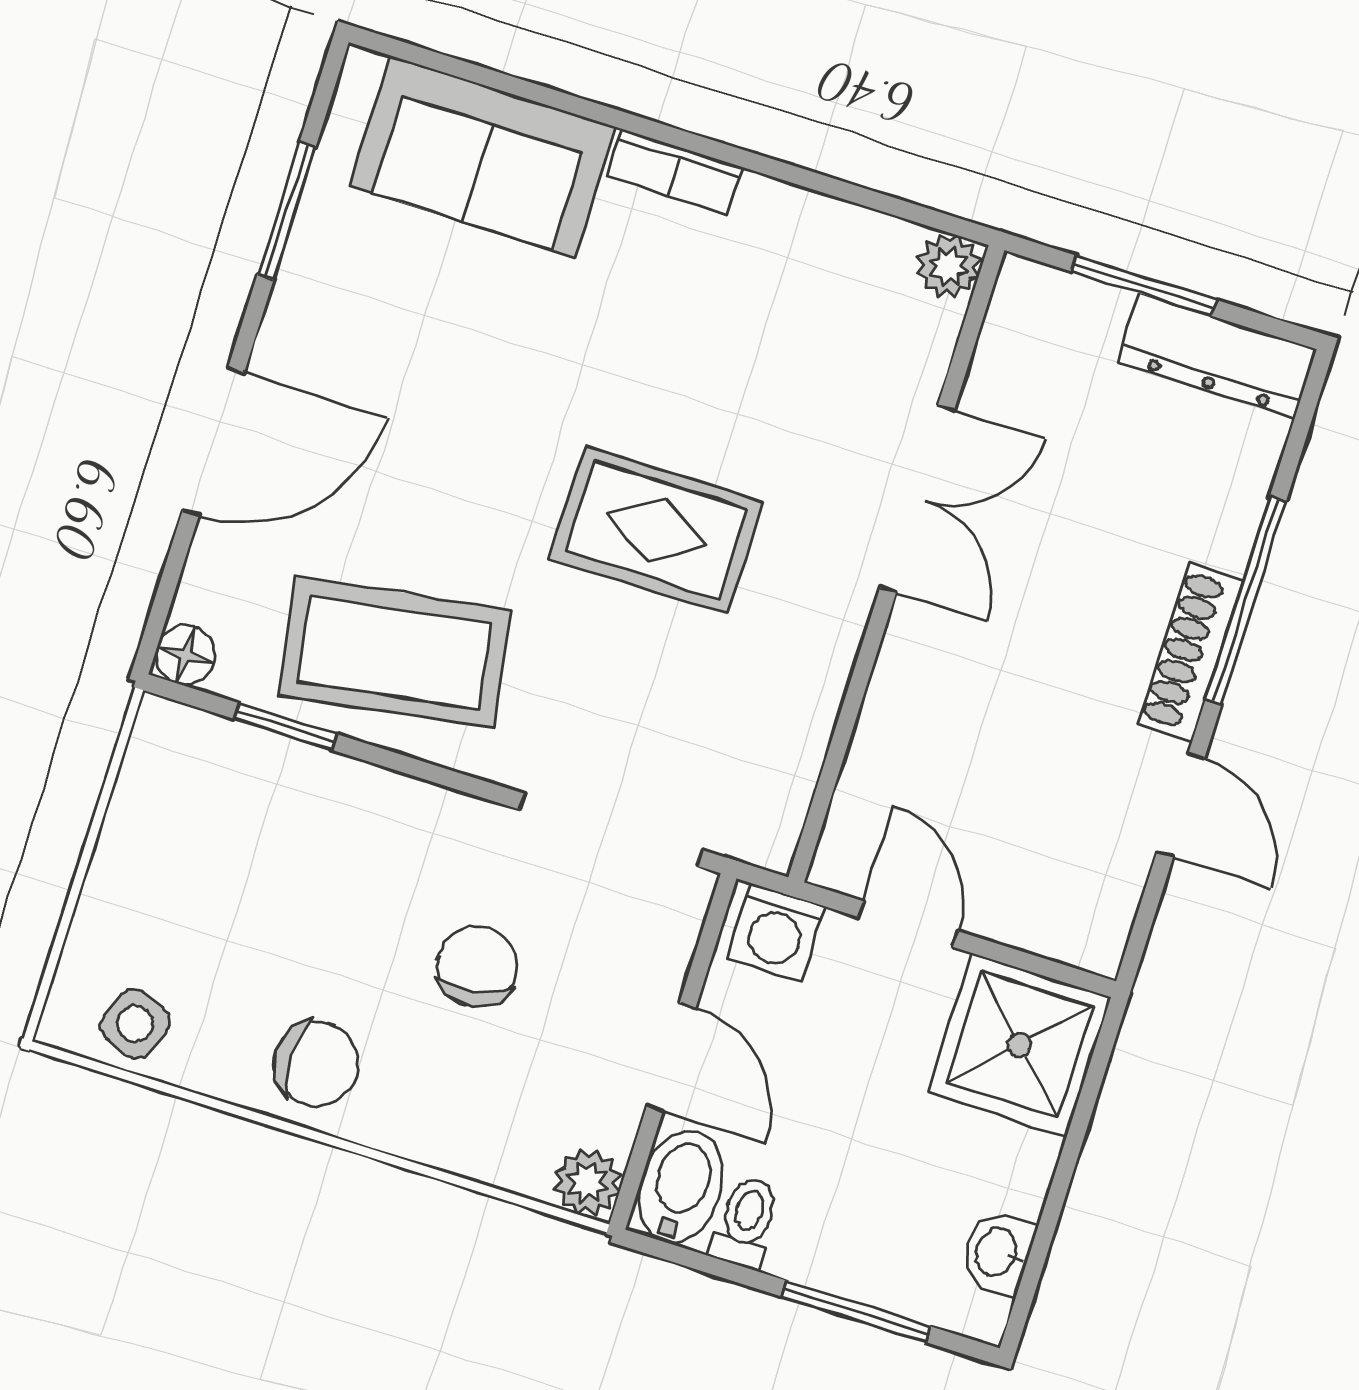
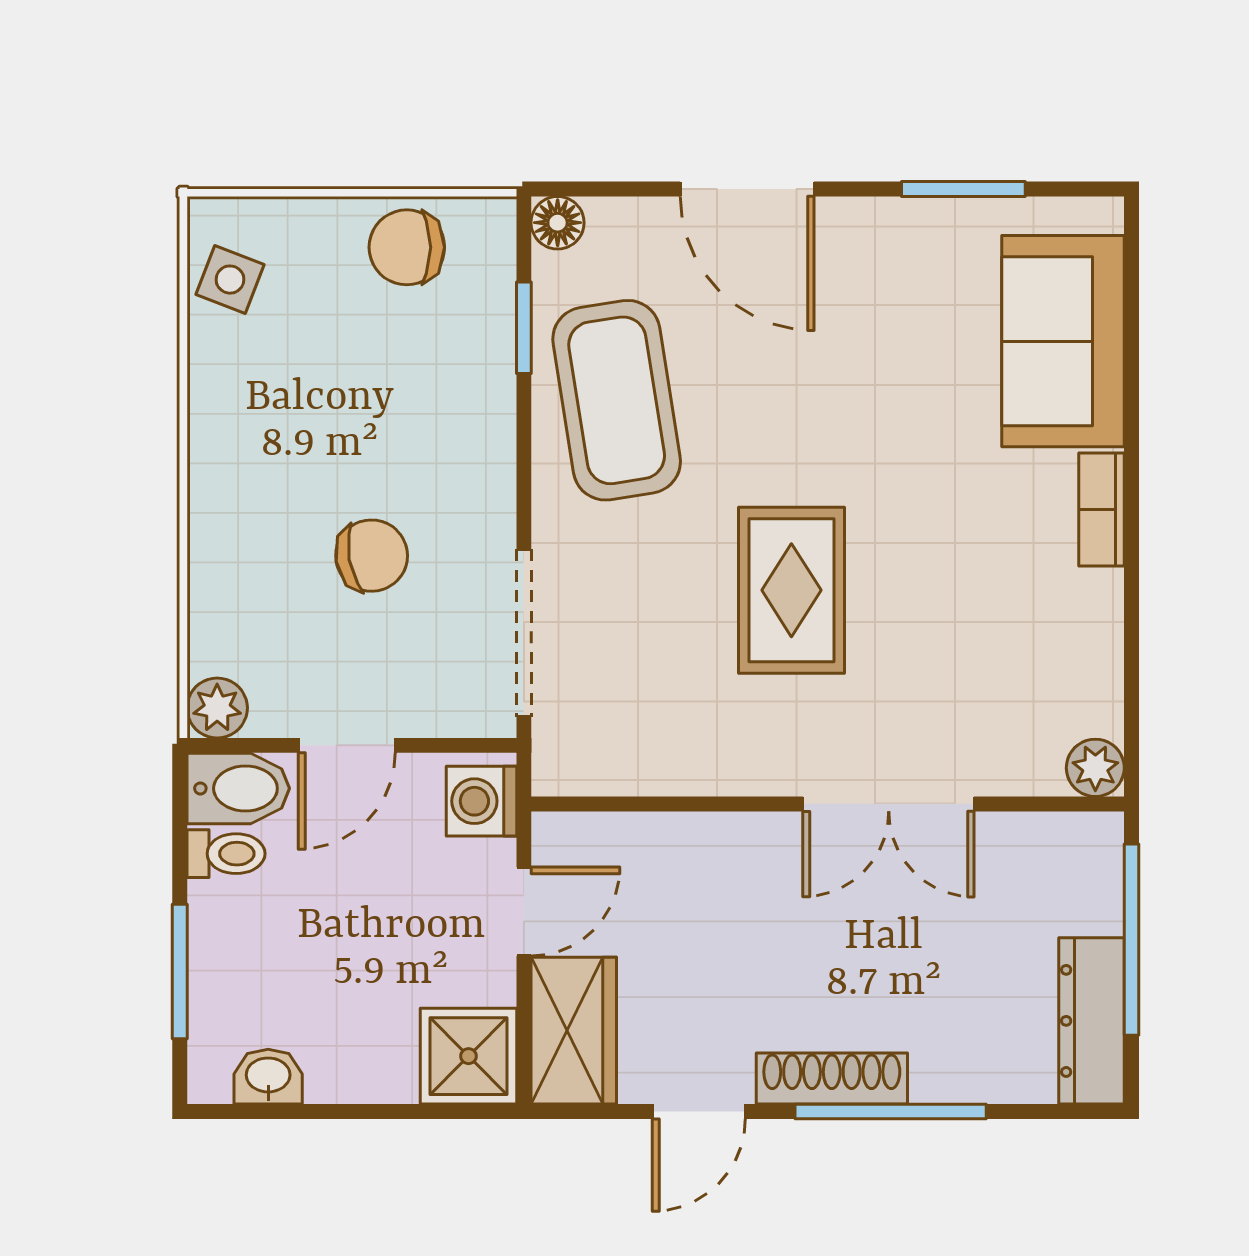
window: (1144, 286) -> (1131, 940), width x1.44
wardrobe: (1052, 911) -> (574, 1031), added
shower: (1019, 1045) -> (469, 1056), width x0.73, depth x0.73
chair: (316, 1064) -> (407, 247), moved, turned 90

